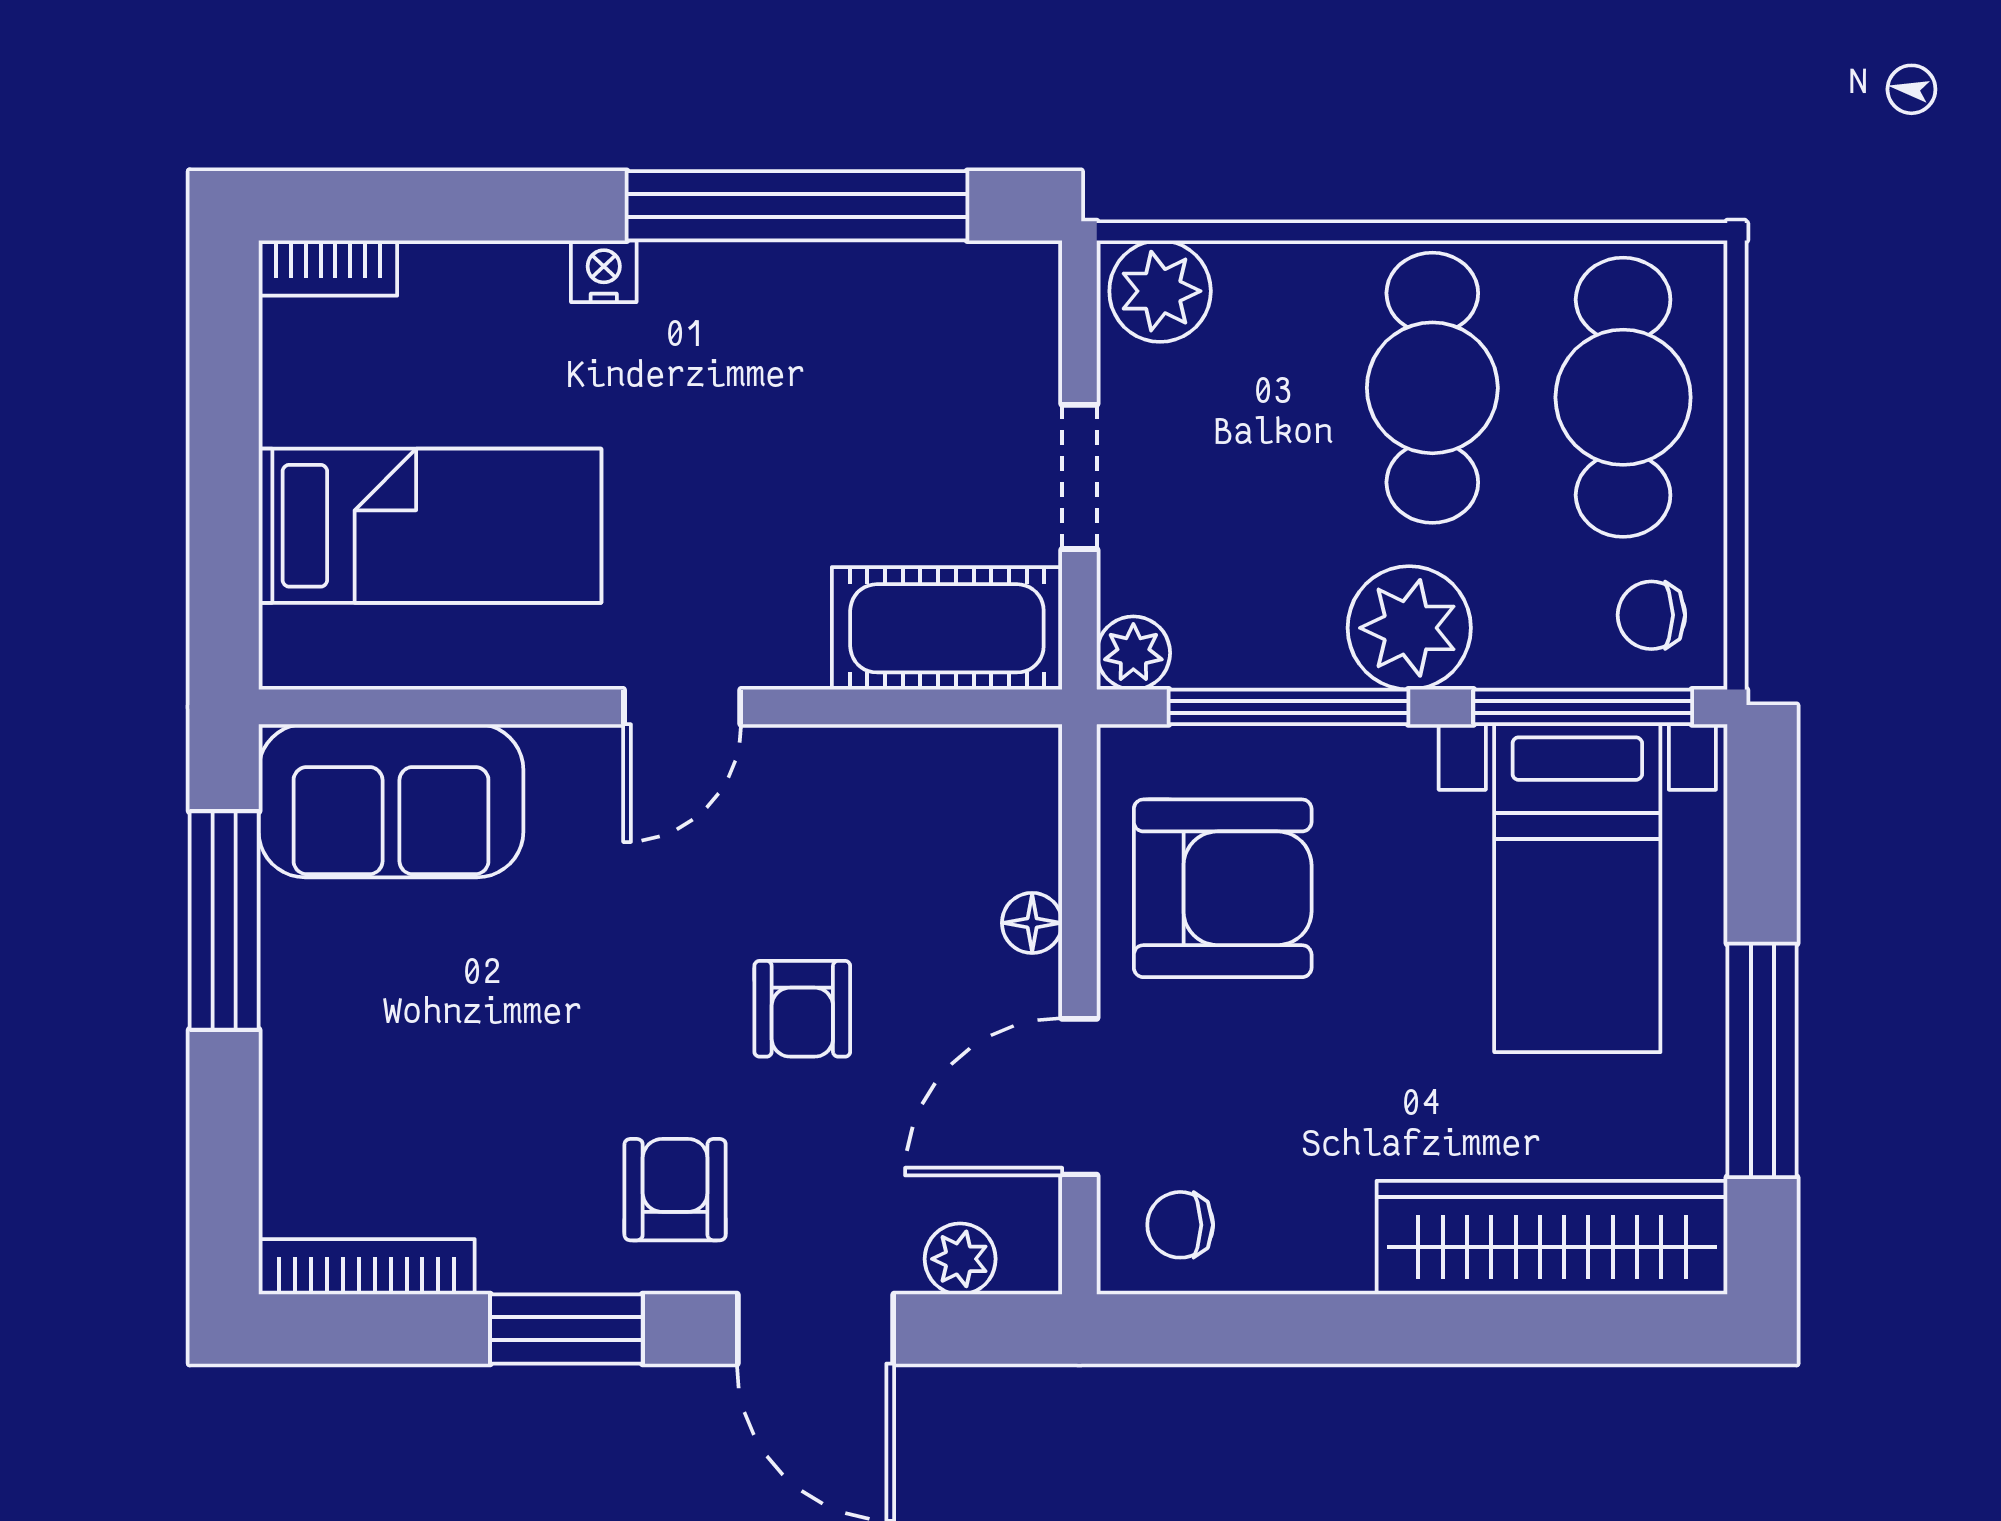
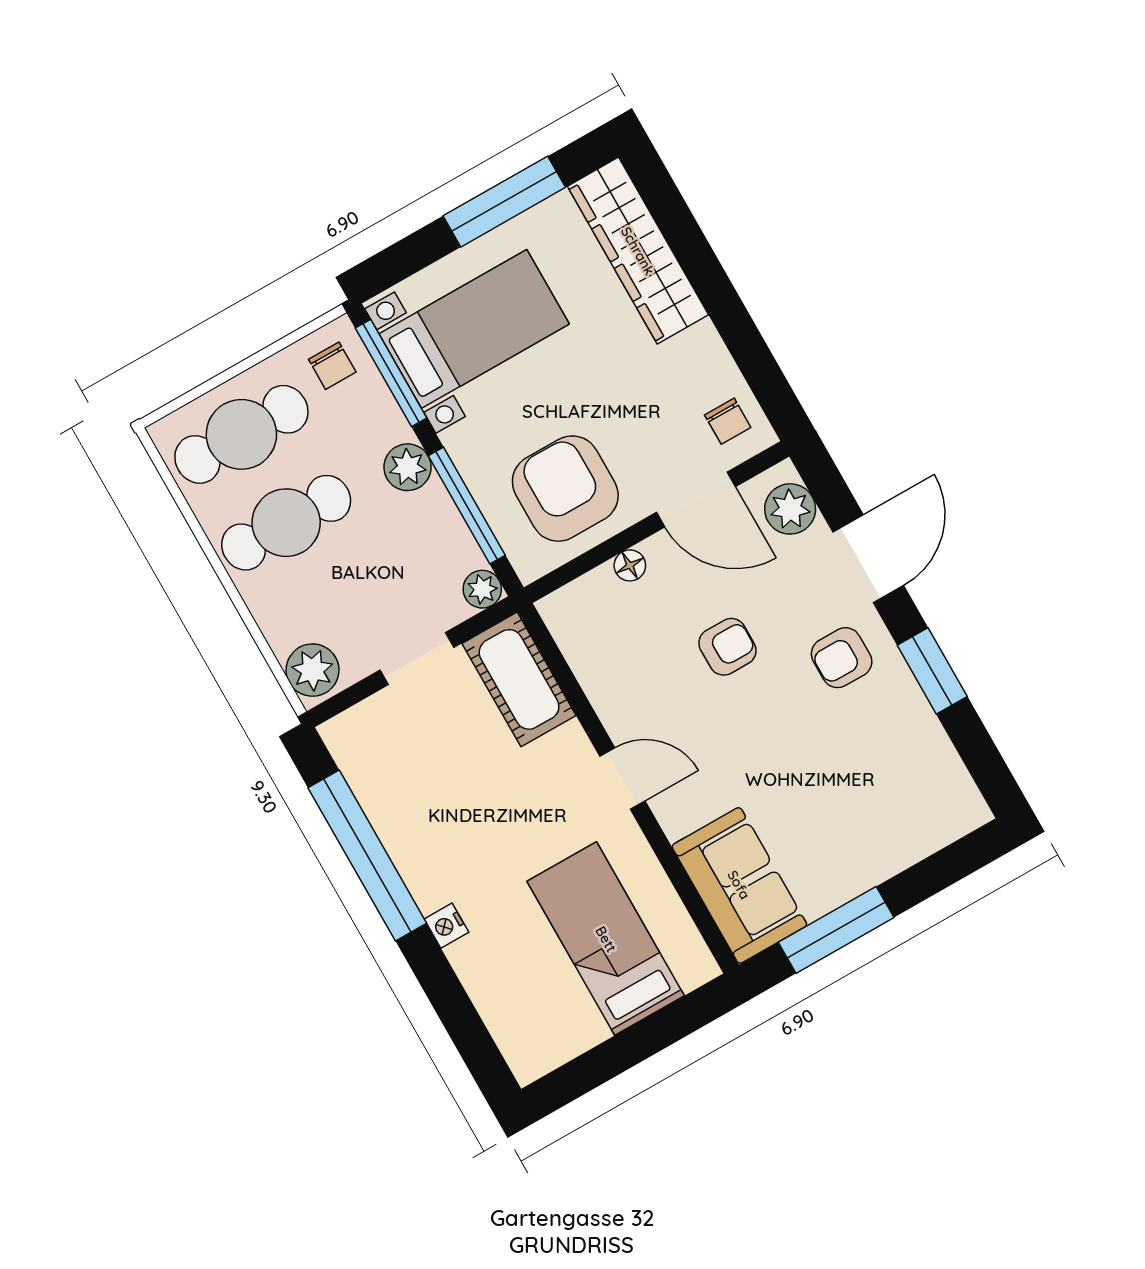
bookcase: (328, 268) -> (516, 1051), removed
plant: (1409, 628) -> (408, 467), width x0.73, depth x0.73
plant: (960, 1259) -> (790, 509), width x1.38, depth x1.38
bookcase: (367, 1267) -> (955, 777), removed

